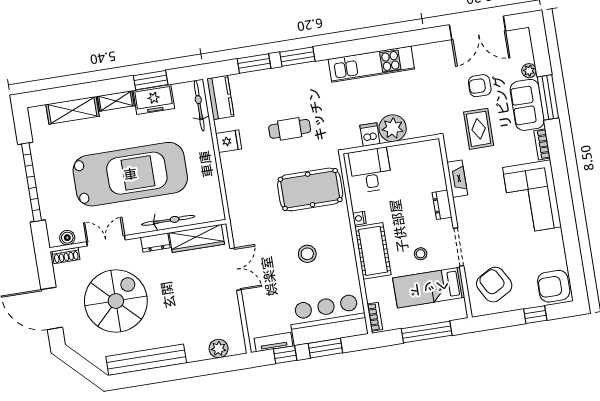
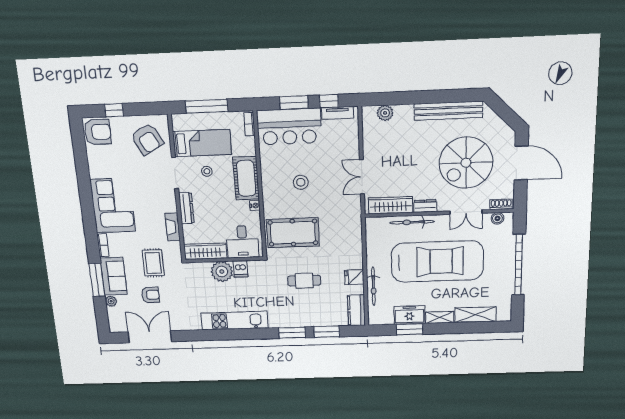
bicycle: (199, 106) -> (373, 286), moved
wardrobe: (415, 152) -> (205, 251), added
car: (130, 174) -> (437, 261), turned 180
dresser: (442, 205) -> (186, 208), width x1.44

